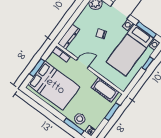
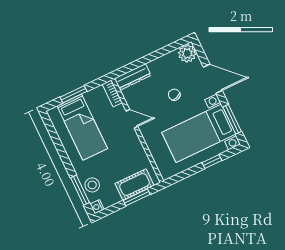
bed: (54, 86) -> (82, 127), width x0.67
cot: (105, 90) -> (135, 184), moved, turned 90

